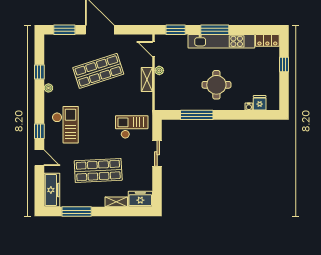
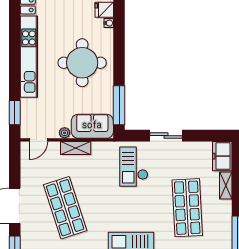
window: (215, 30) -> (15, 65), removed
round table: (216, 85) -> (82, 63), width x1.36, depth x1.36
sofa: (165, 93) -> (92, 126), added
window: (197, 115) -> (119, 105), moved

